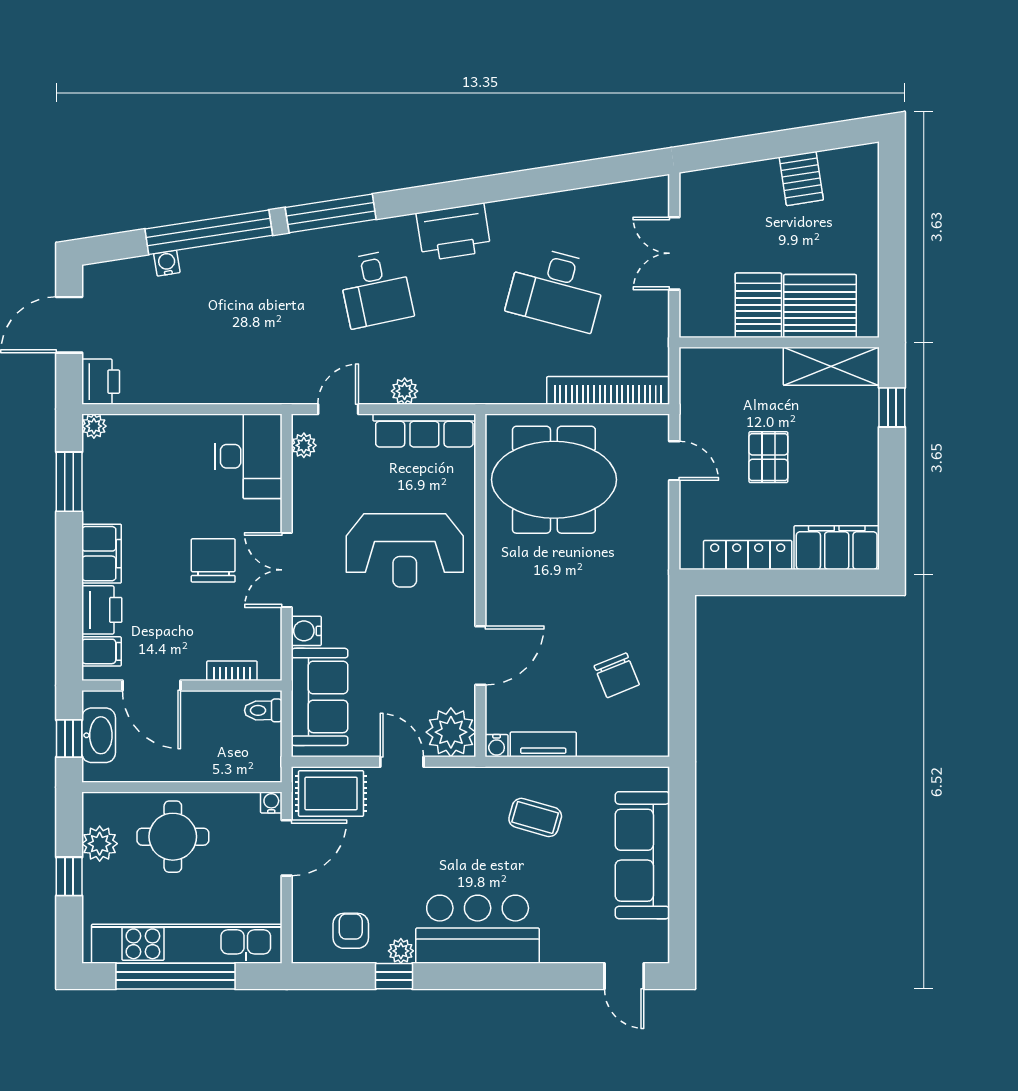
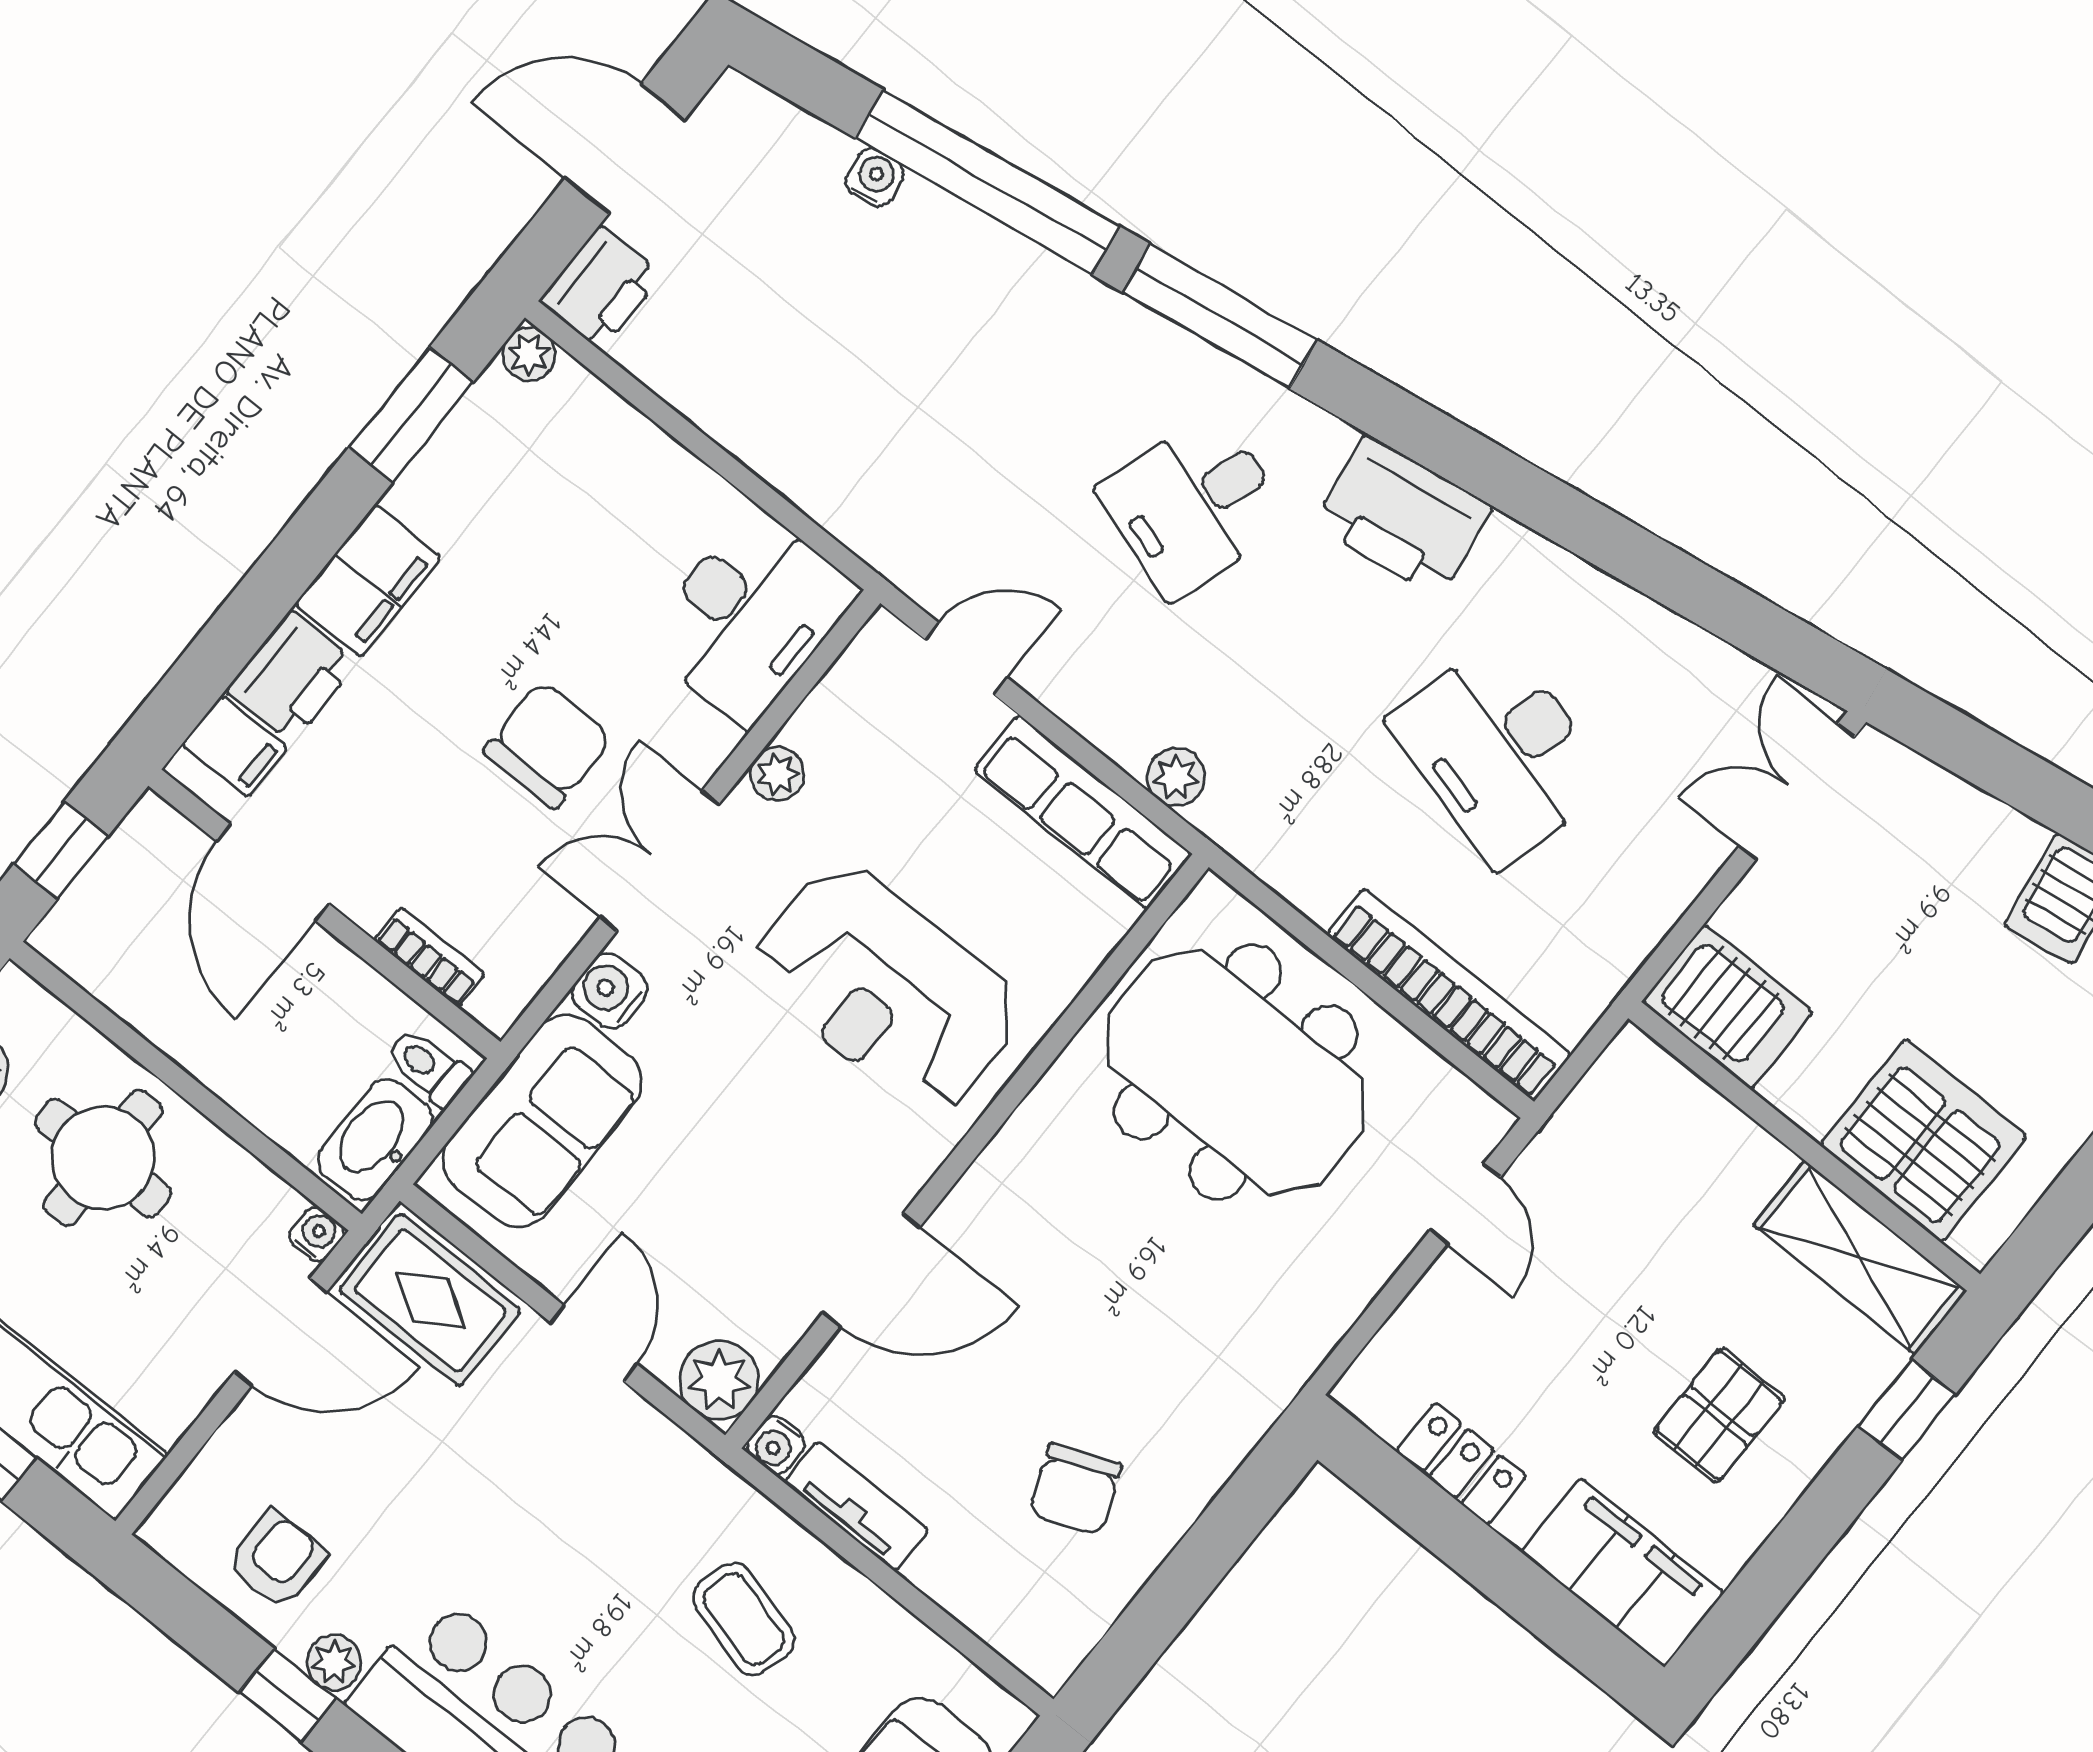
double door: (674, 253) -> (1797, 792), moved
desk: (376, 289) -> (1194, 505), turned 30
server rack: (758, 305) -> (1727, 1007), moved, turned 90
plant: (405, 391) -> (1176, 777), moved
plant: (304, 445) -> (777, 774), moved
pallet: (768, 457) -> (1719, 1415), moved
locker: (748, 555) -> (1461, 1464), width x0.66
plant: (451, 732) -> (719, 1380), width x0.73, depth x0.73
washbasin: (99, 735) -> (375, 1140), moved, turned 180

